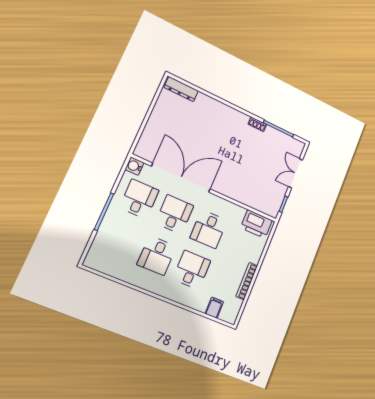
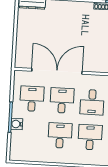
water cooler: (134, 166) -> (17, 124), moved
desk: (157, 255) -> (60, 135), turned 180

